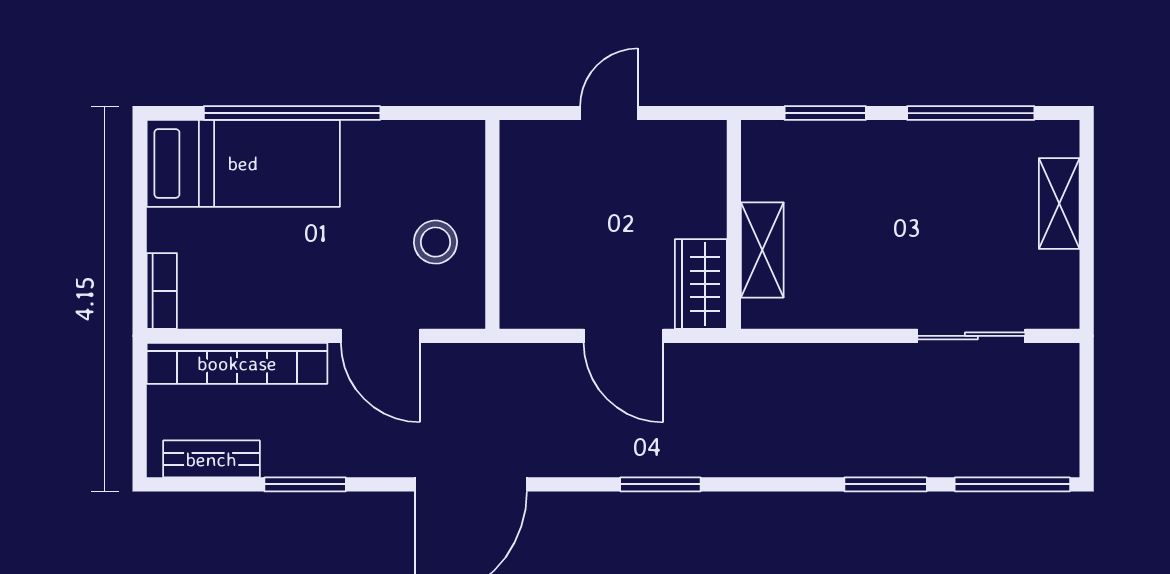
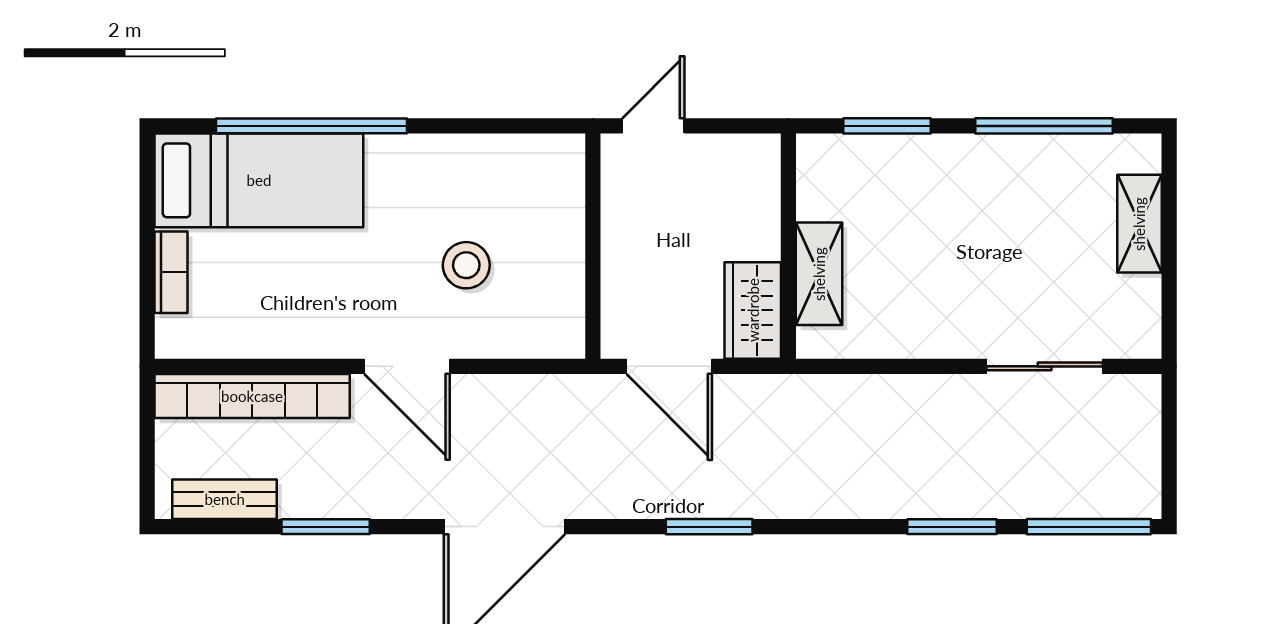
wall: (492, 224) -> (593, 246), moved
bookcase: (162, 291) -> (171, 272), moved

